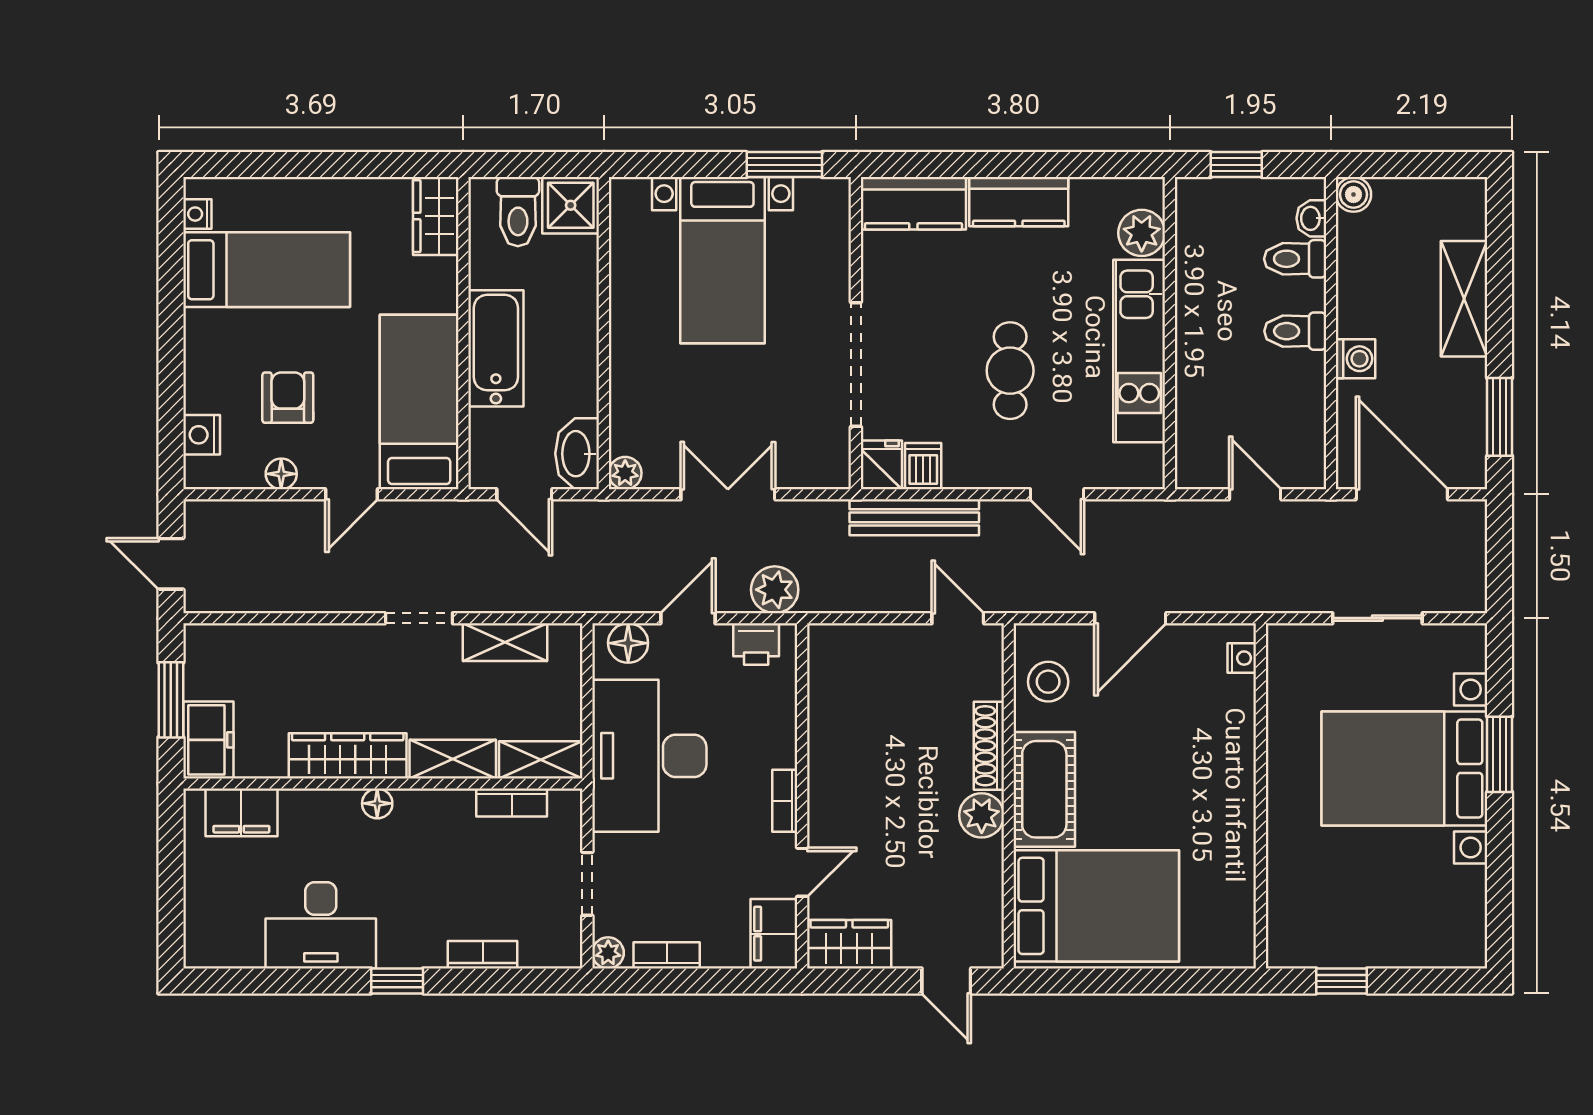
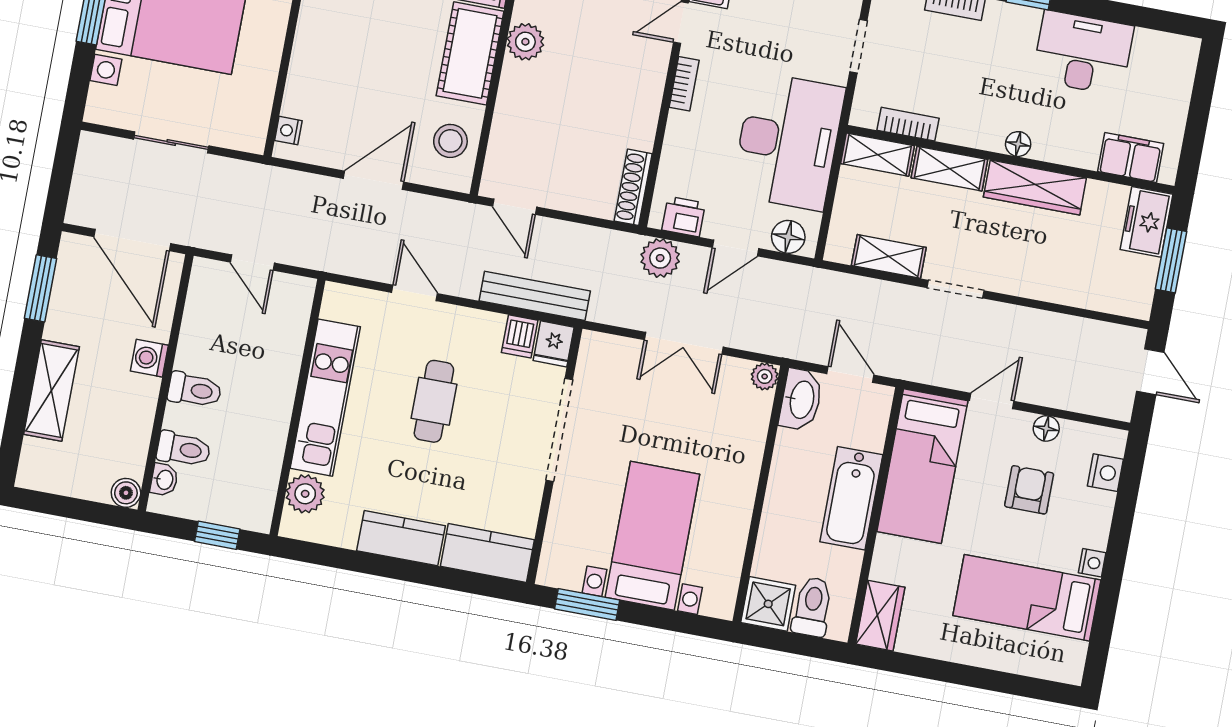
nightstand: (197, 214) -> (1092, 563), moved
armchair: (288, 398) -> (1029, 490), turned 180
shoe rack: (989, 746) -> (633, 187), moved, turned 180

